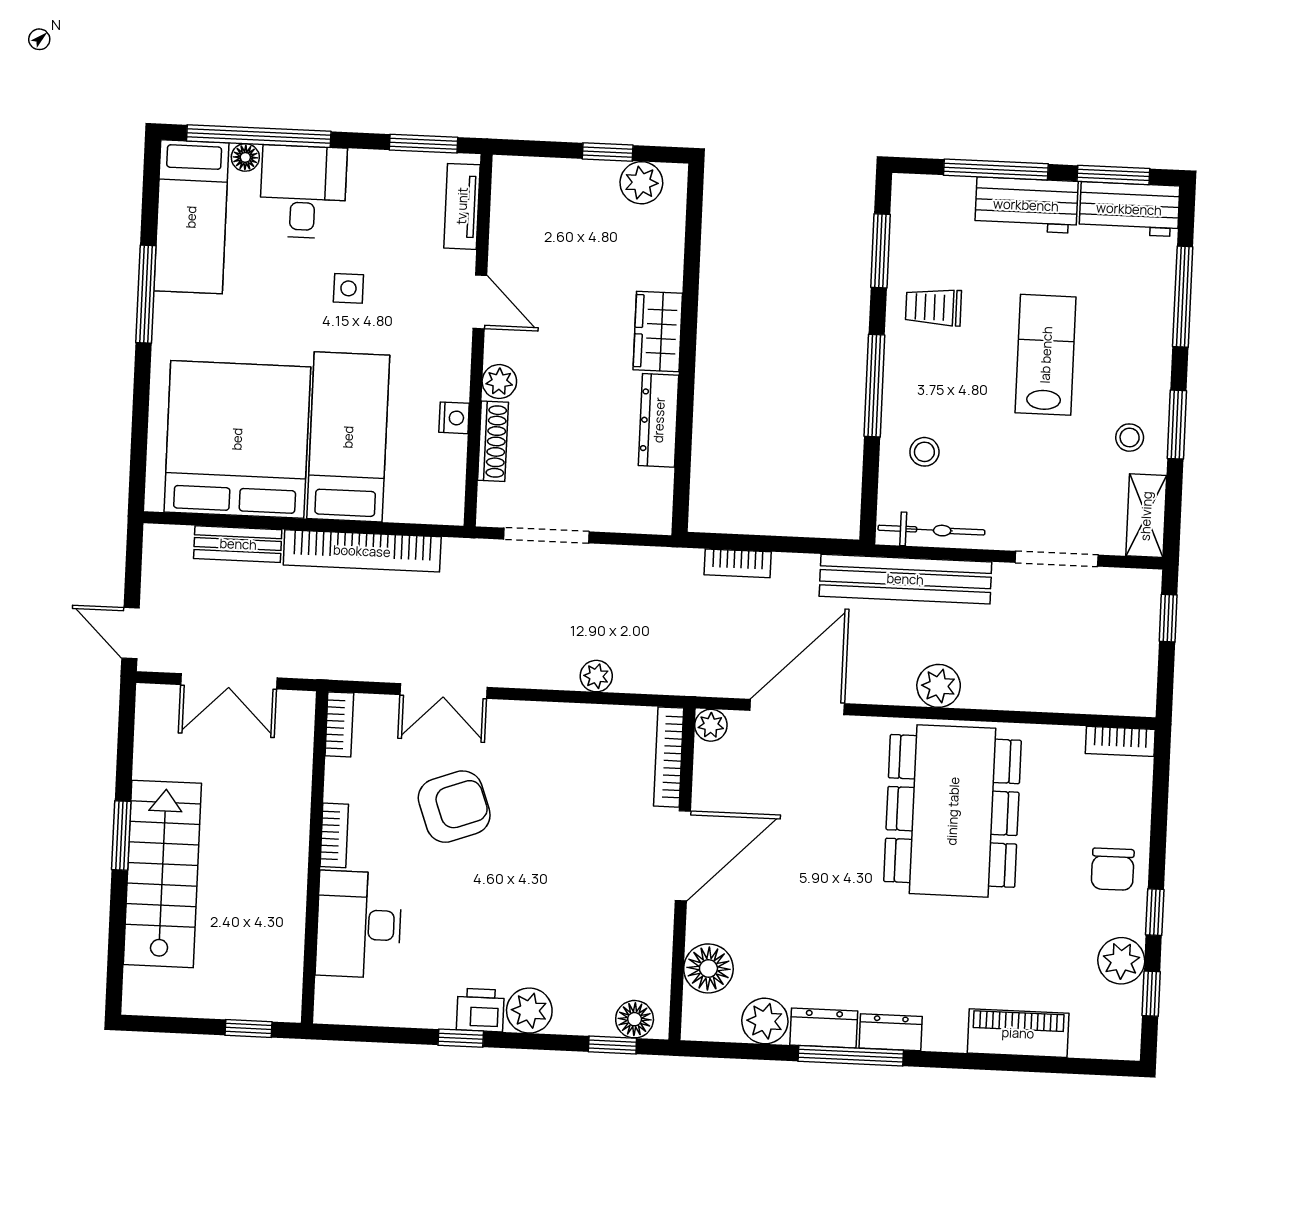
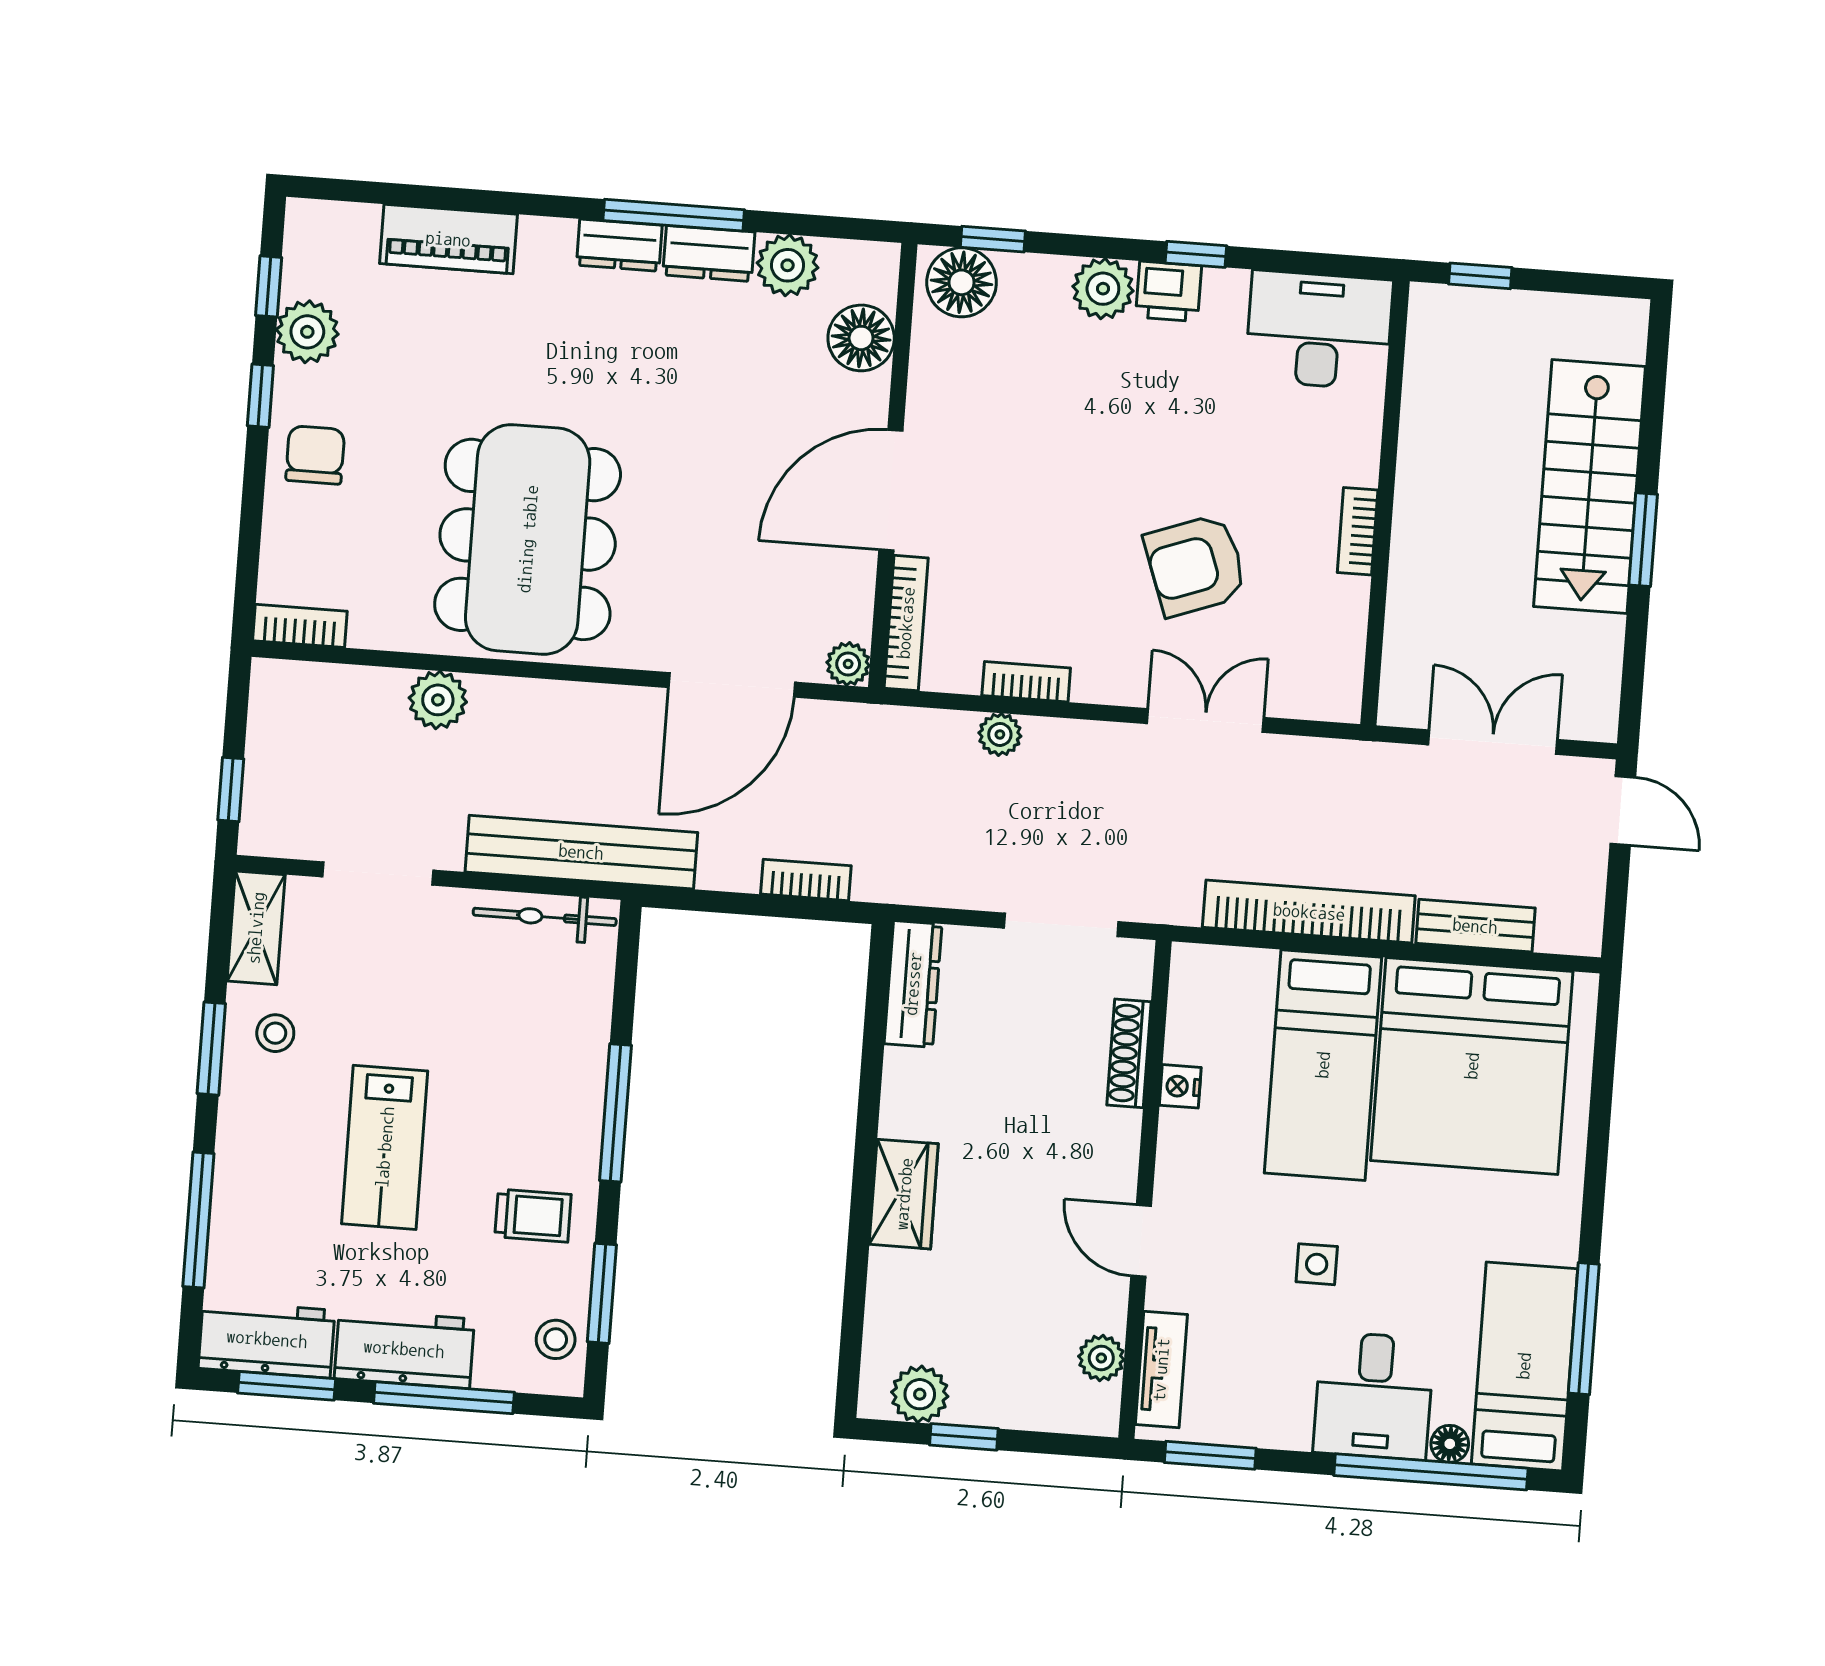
window: (146, 294) -> (1584, 1329), moved
plant: (499, 382) -> (1101, 1358), moved
dresser: (659, 420) -> (913, 984), moved
stool: (924, 452) -> (556, 1339), moved
plant: (939, 686) -> (438, 700), moved
bookcase: (339, 724) -> (1026, 682), moved, turned 90
desk: (359, 924) -> (1319, 330), moved, turned -90
floor lamp: (635, 1019) -> (962, 282), width x1.38, depth x1.38

